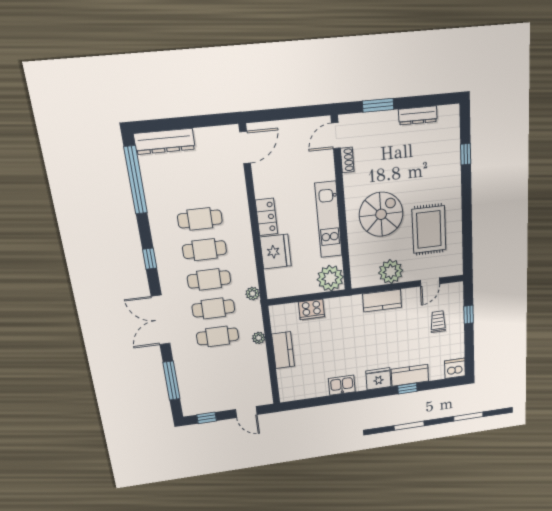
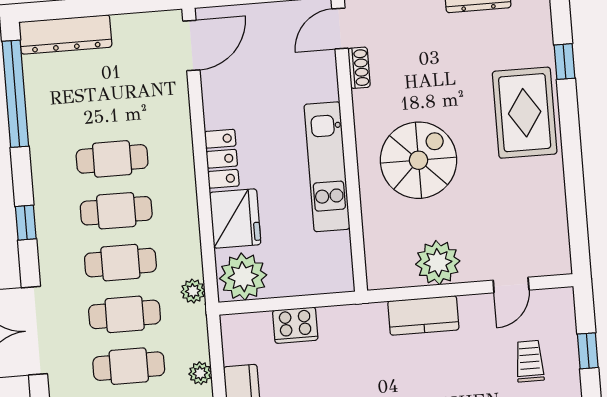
rug: (429, 230) -> (525, 113), moved
plant: (330, 278) -> (243, 277), moved

